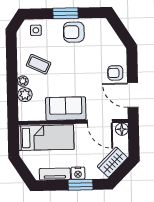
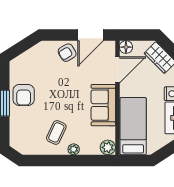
side table: (36, 30) -> (21, 135), removed
armchair: (115, 73) -> (67, 53), turned 60
plant: (25, 95) -> (108, 147), moved

